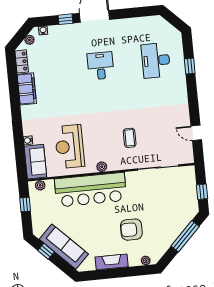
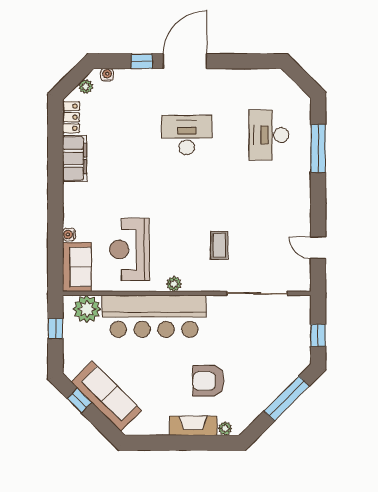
desk: (101, 66) -> (187, 135), width x1.37
window: (190, 66) -> (318, 148), width x2.17
plant: (40, 185) -> (87, 309), width x1.88, depth x1.88
fireplace: (112, 262) -> (193, 426), moved

